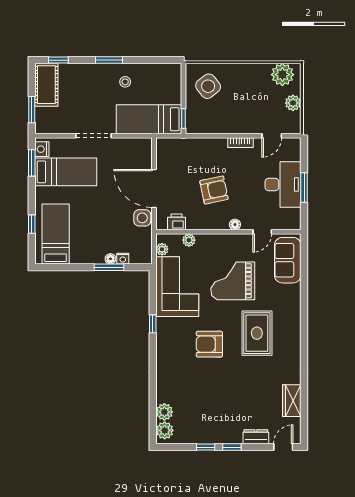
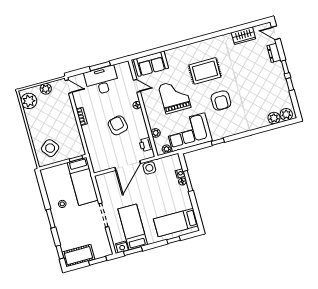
door: (272, 136) -> (69, 86), moved
grand piano: (233, 281) -> (175, 96), turned 180

